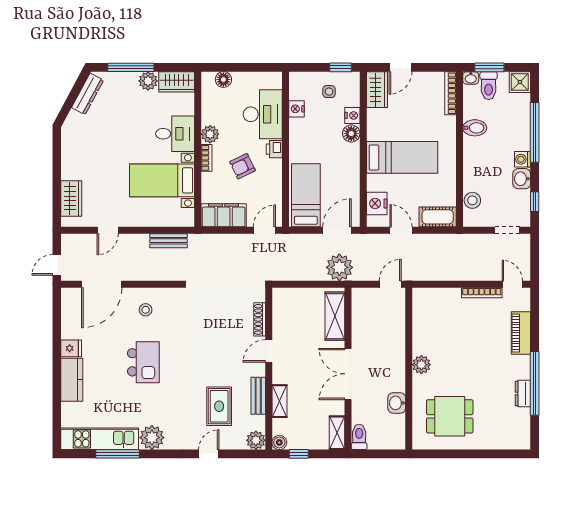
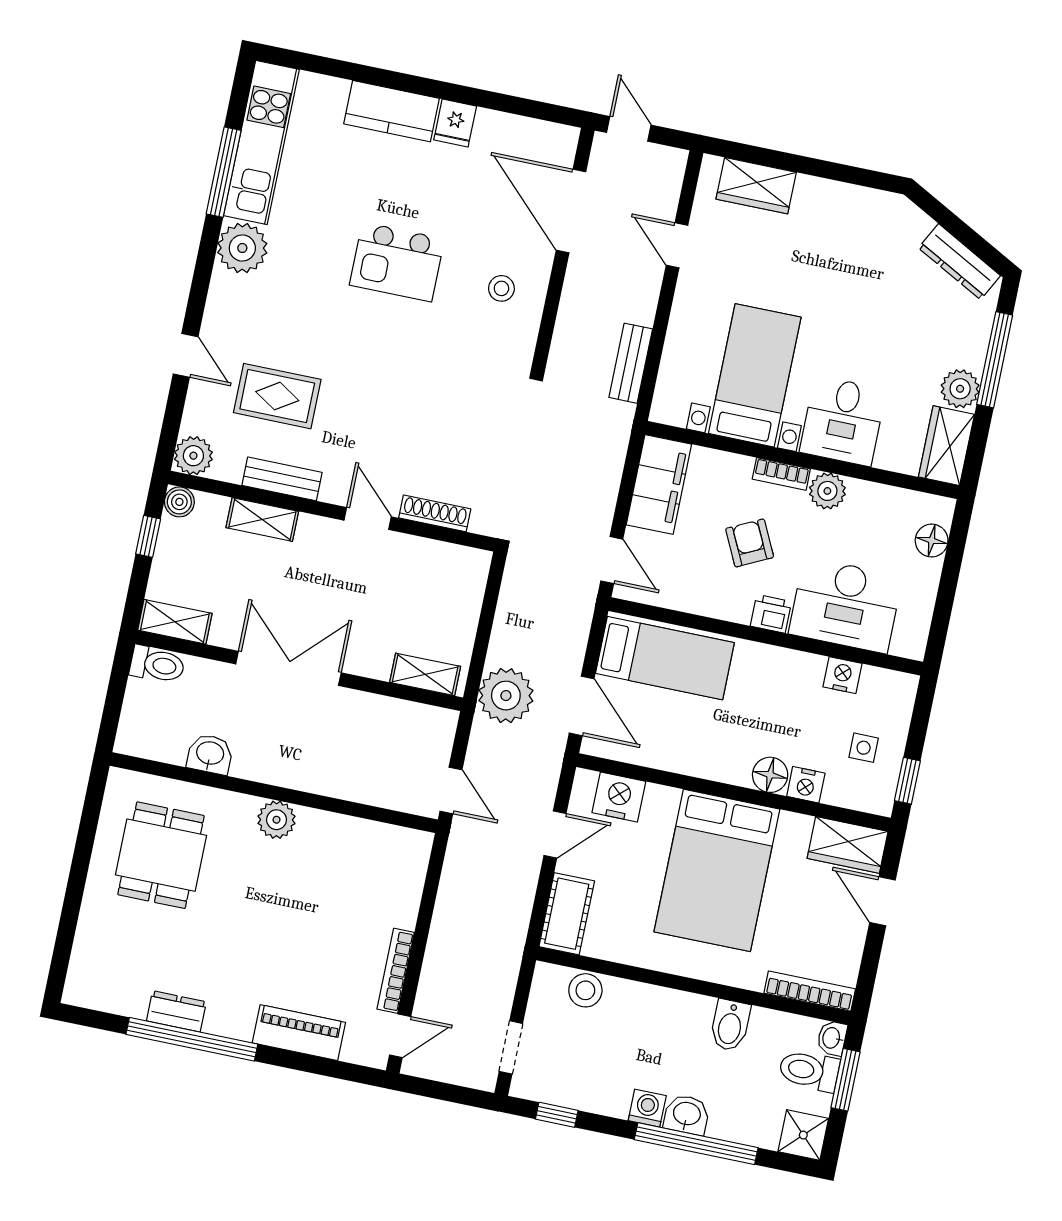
bed: (402, 157) -> (717, 870), width x1.50
washbasin: (522, 179) -> (687, 1115), moved
shelving: (335, 316) -> (425, 674), width x0.67, depth x0.75

